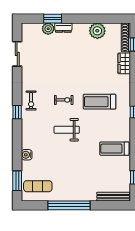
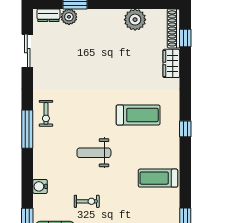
dresser: (63, 28) -> (48, 15), moved
exercise bike: (64, 100) -> (87, 201), moved
treadmill: (100, 102) -> (138, 115), turned 180
window: (17, 112) -> (27, 129), width x2.17

